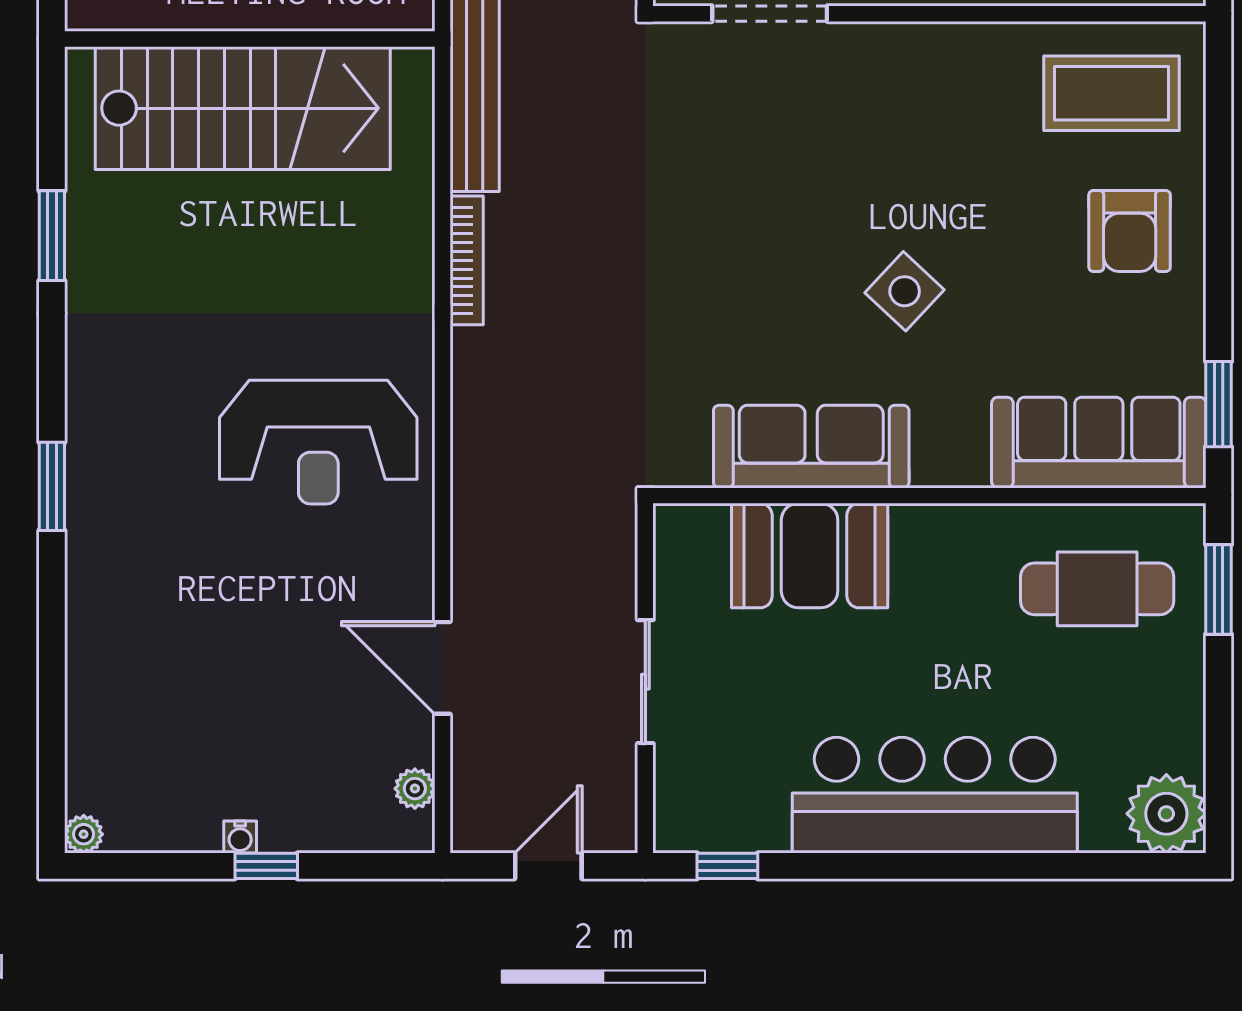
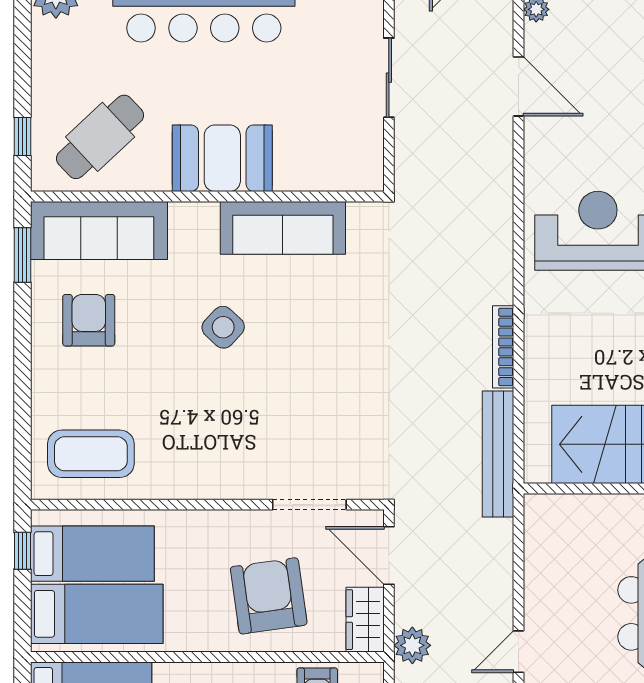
armchair: (1130, 231) -> (89, 320), moved
booth: (810, 556) -> (222, 158), moved
cafe table: (1097, 589) -> (100, 137), turned -43
window: (1219, 589) -> (22, 137), width x0.67

